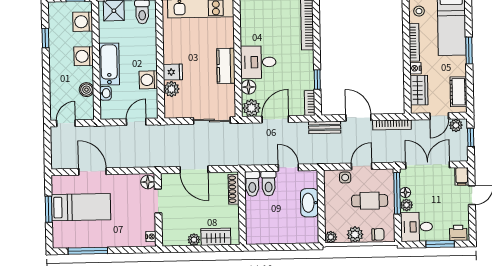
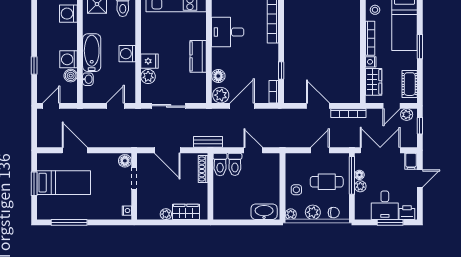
window: (45, 38) -> (34, 66), moved
washing machine: (84, 56) -> (69, 59), moved
desk: (258, 62) -> (228, 32), moved
washing machine: (148, 80) -> (127, 54), moved
sliding door: (212, 120) -> (169, 106), moved
bench: (325, 127) -> (208, 142), moved
side table: (345, 177) -> (296, 190), moved
washbasin: (309, 203) -> (264, 212), moved, turned 90
desk: (417, 227) -> (385, 205), moved, turned -90

